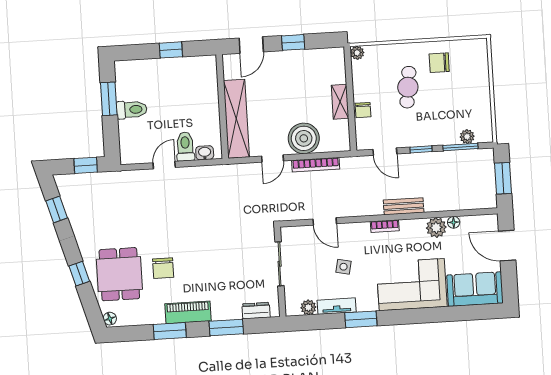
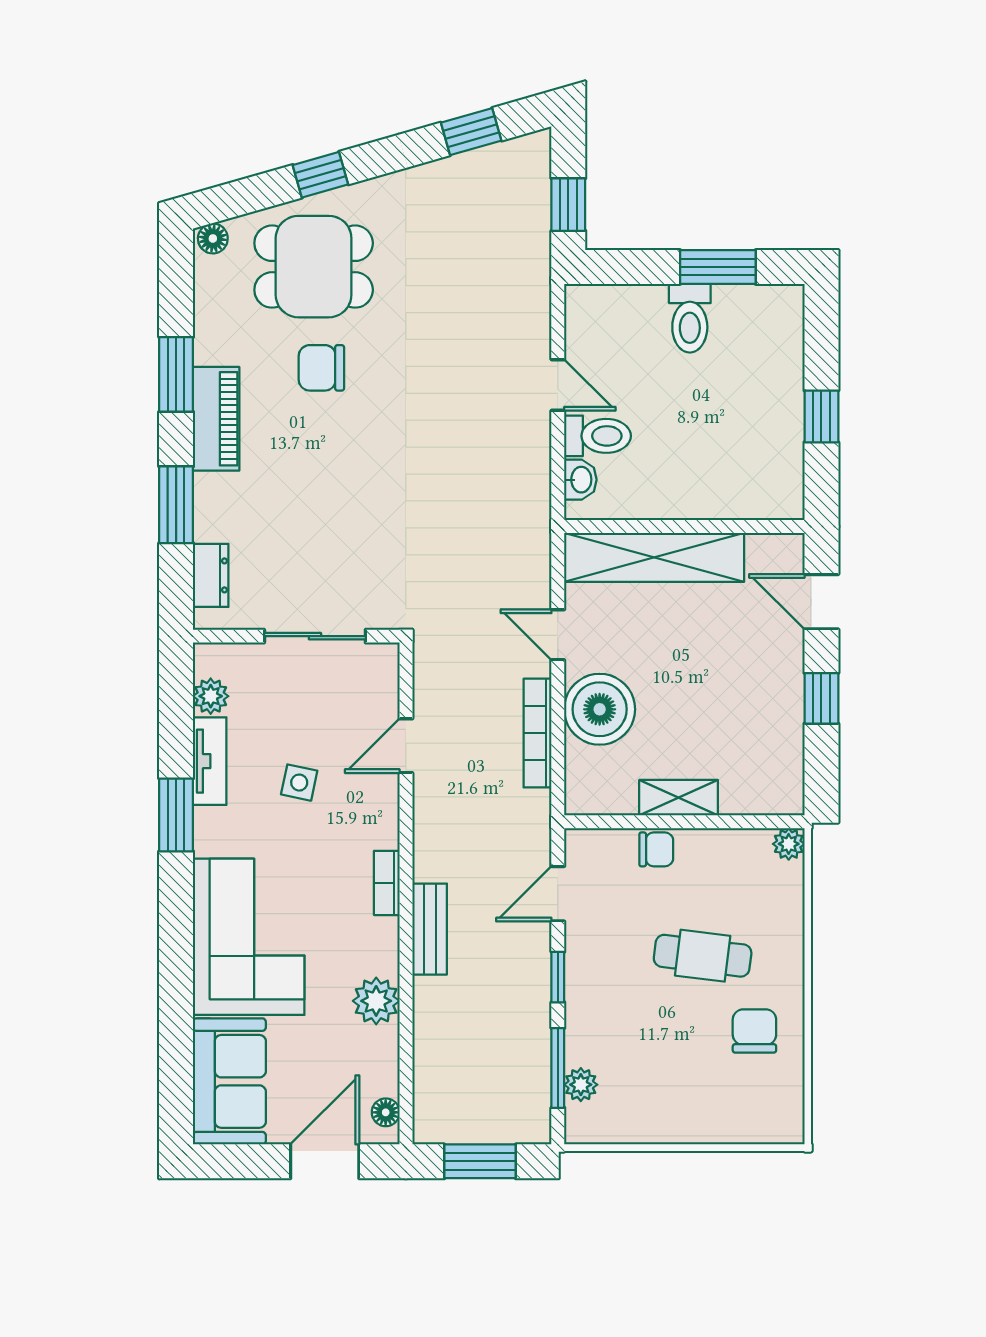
chair: (363, 110) -> (656, 849), turned 180
floor lamp: (454, 222) -> (386, 1112), moved

